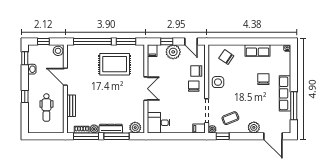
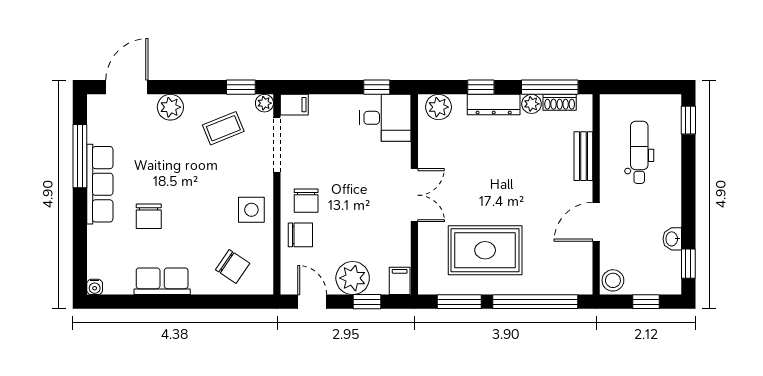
door: (65, 77) -> (596, 222), swing flipped
double door: (146, 89) -> (414, 195), swing flipped
window: (25, 96) -> (688, 120), moved
window: (116, 136) -> (481, 87), width x0.46
window: (163, 136) -> (377, 87), added
door: (273, 136) -> (127, 87), hinge flipped

